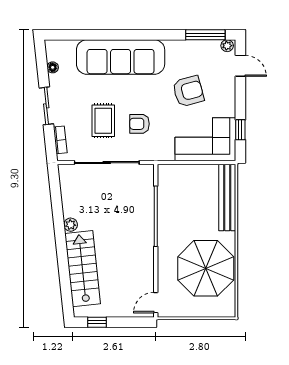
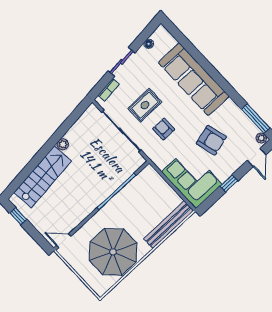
window: (240, 130) -> (229, 183), moved

